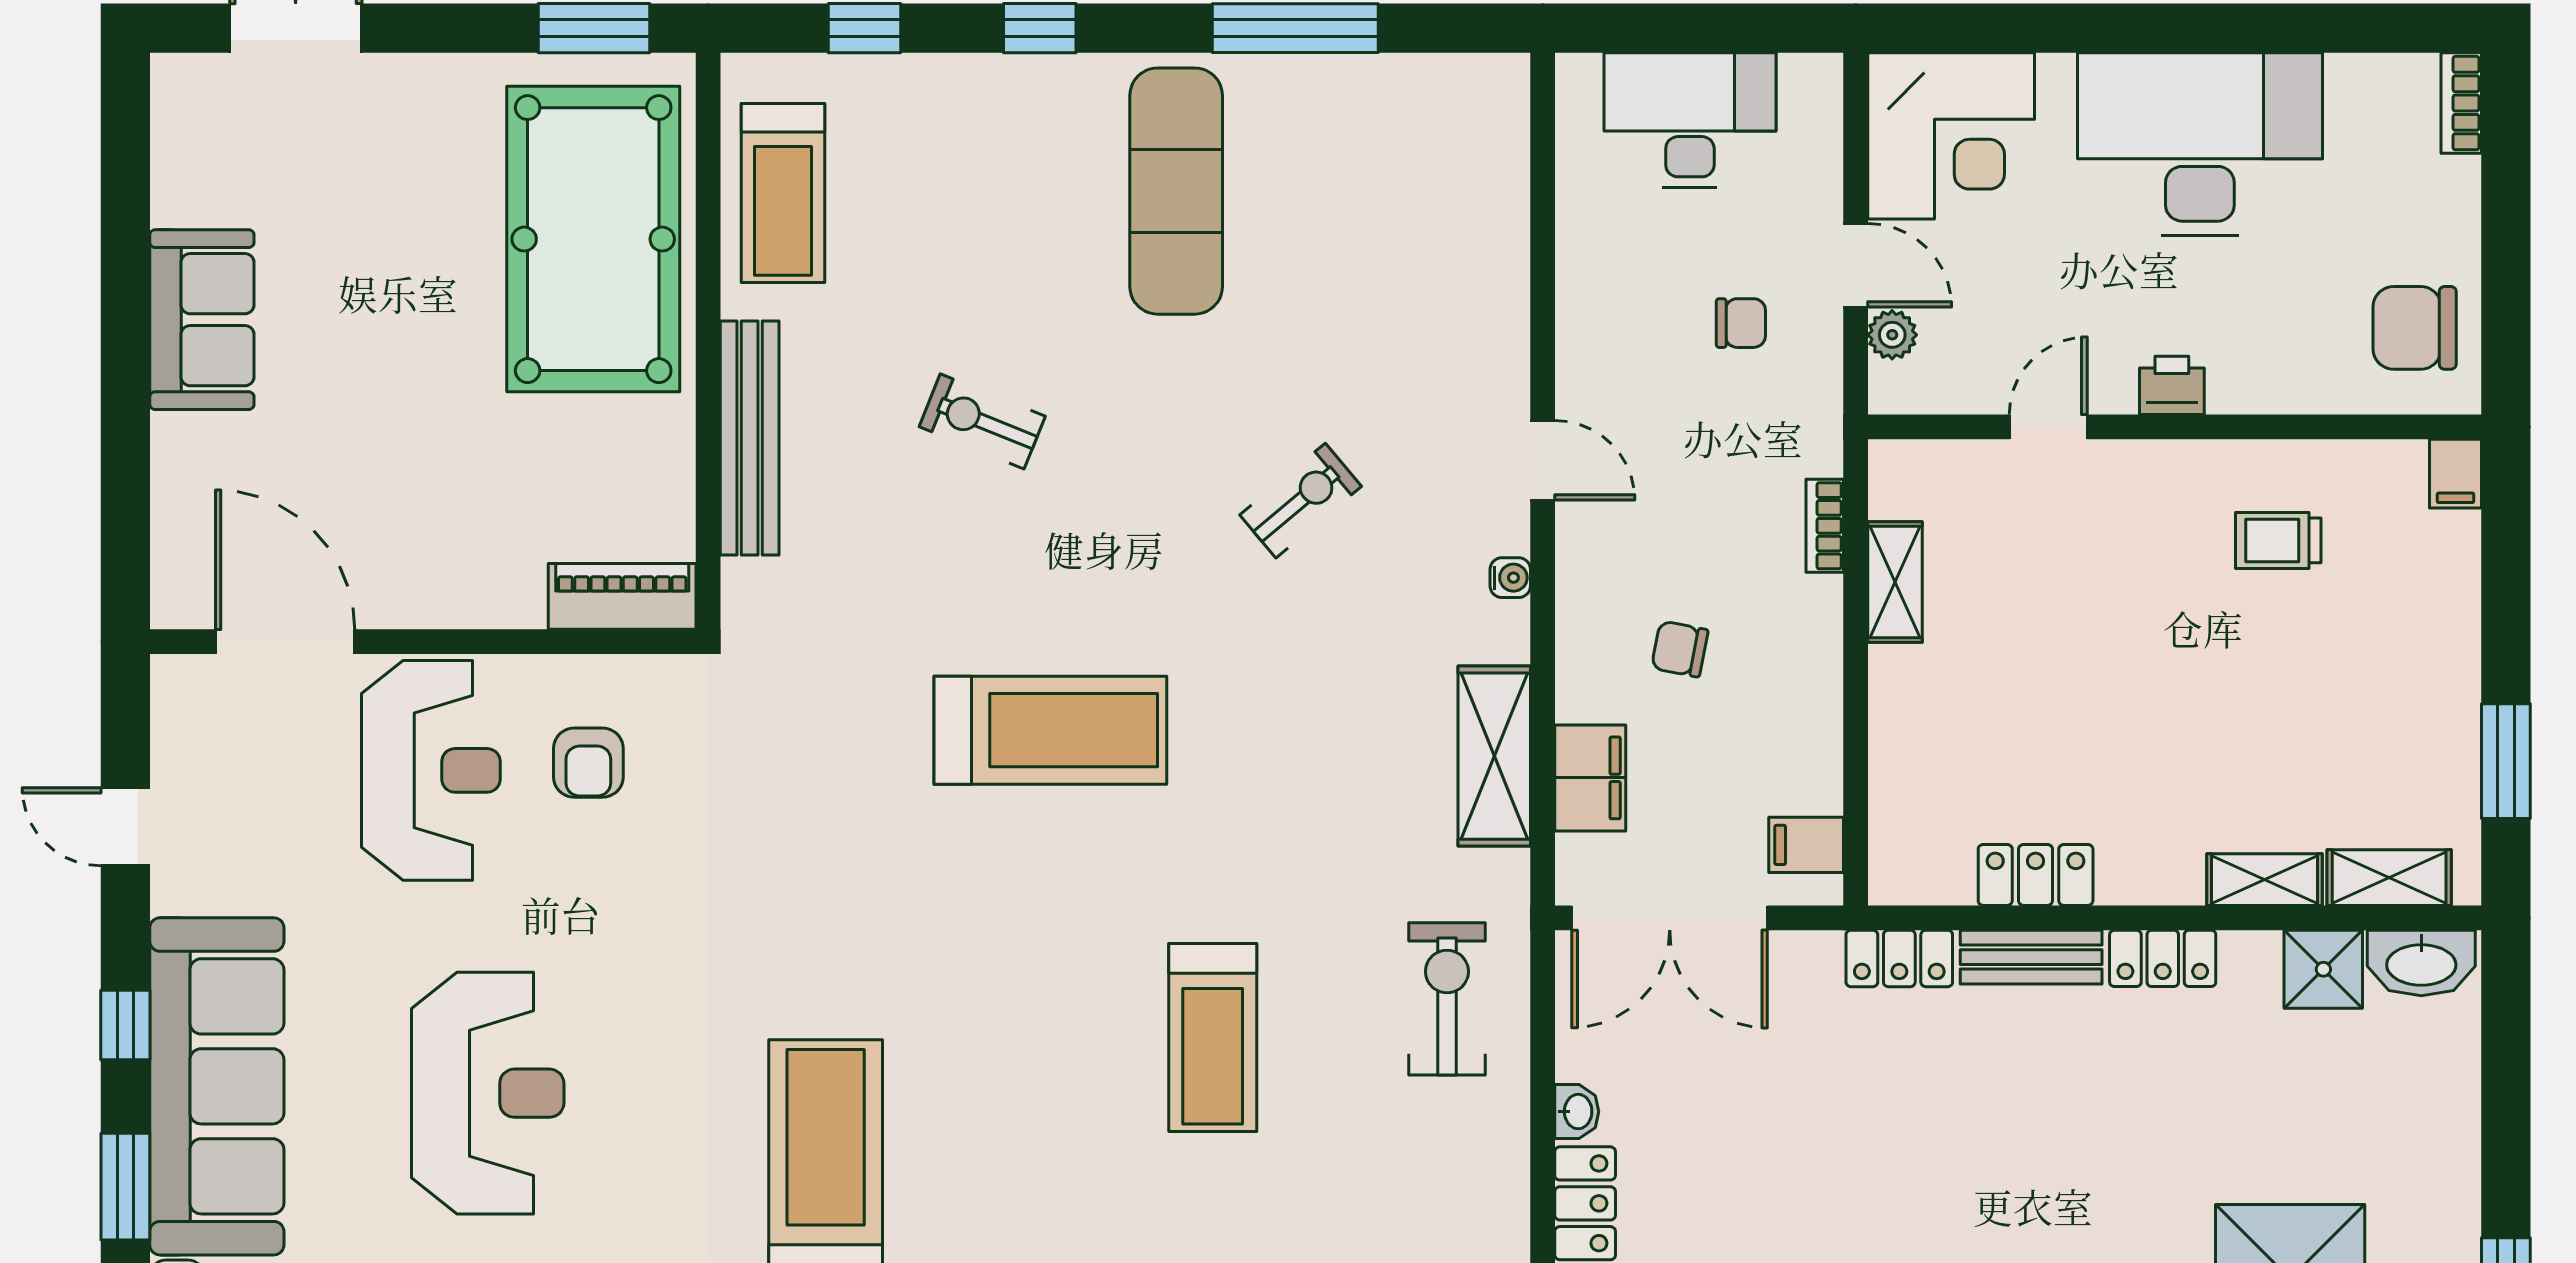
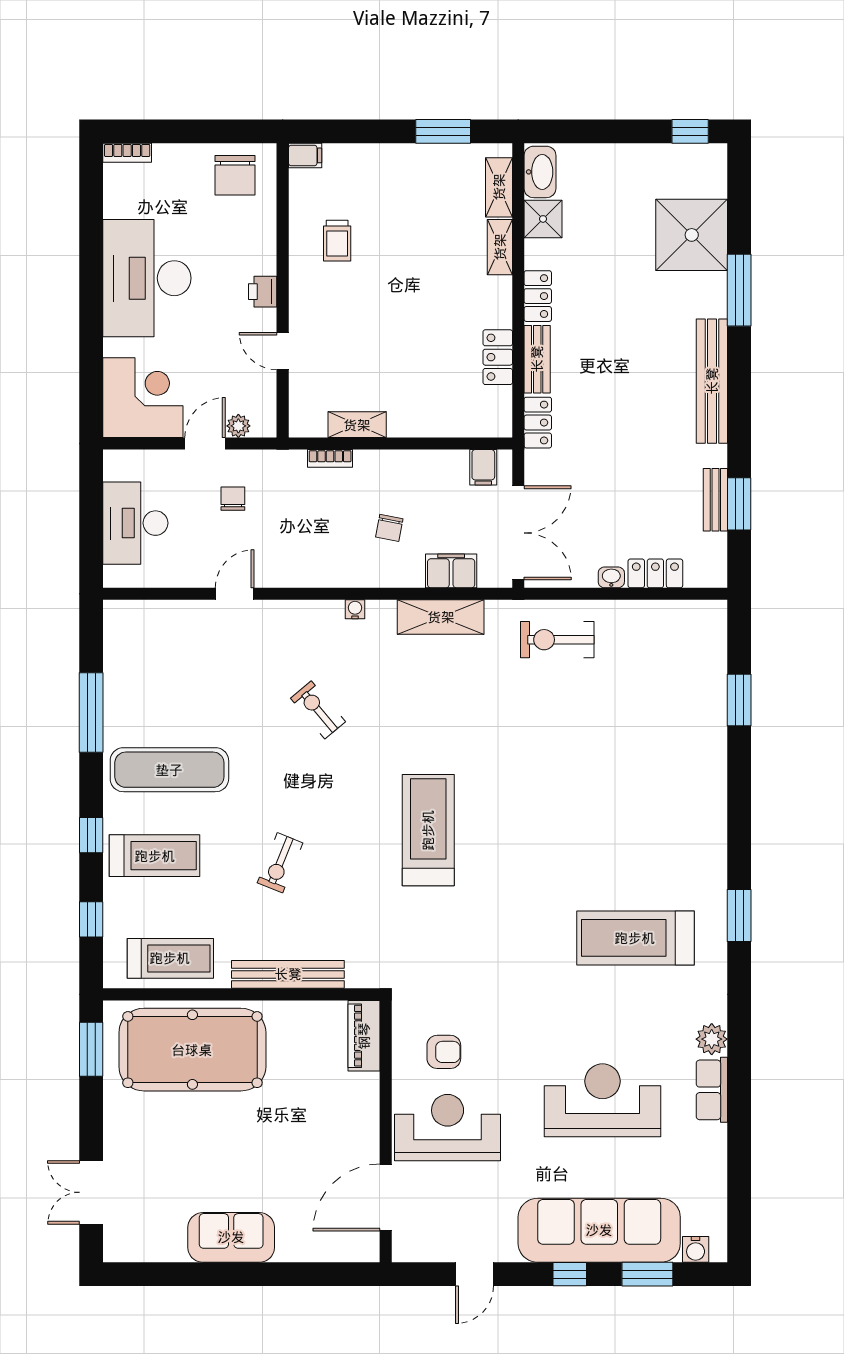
door: (1543, 460) -> (235, 594), moved
treadmill: (1213, 1037) -> (155, 856), moved

